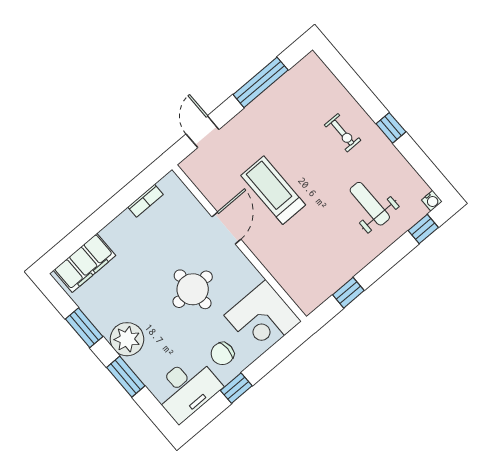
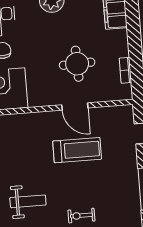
round table: (193, 289) -> (77, 64), moved

